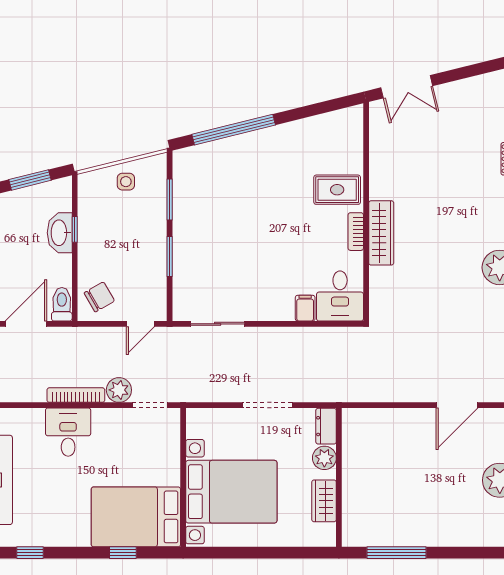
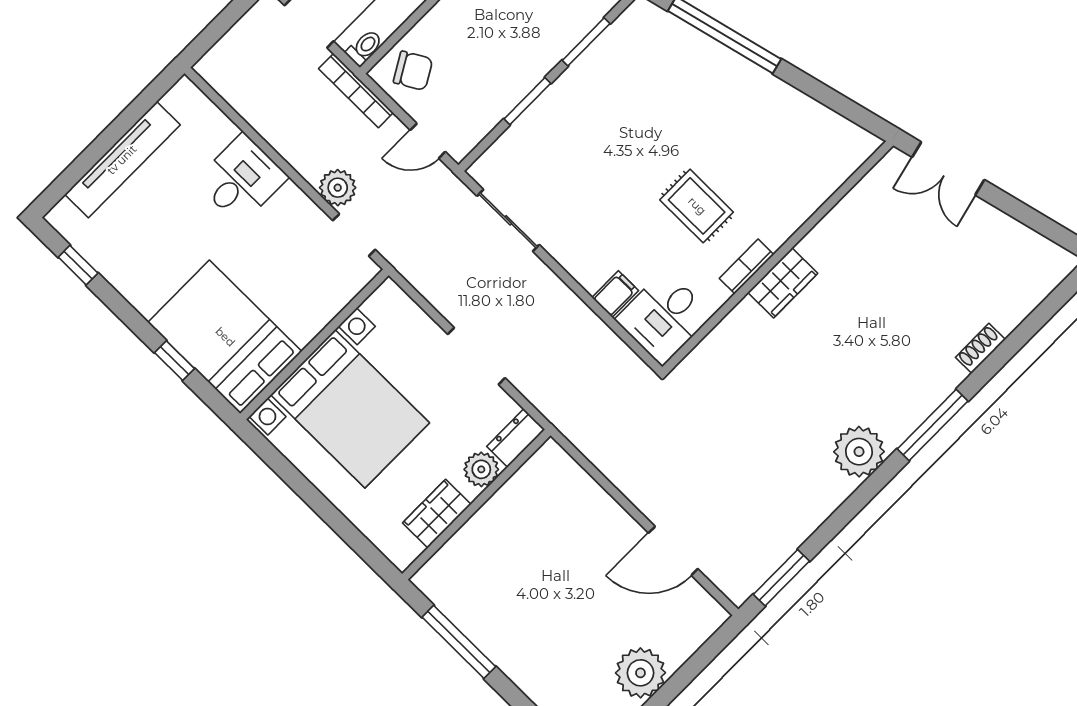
rug: (337, 190) -> (697, 206), moved
wardrobe: (381, 233) -> (783, 283), width x0.67
toilet: (62, 304) -> (364, 48), width x0.73, depth x0.72
bookcase: (76, 395) -> (356, 91), moved, turned 180

